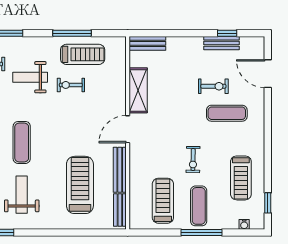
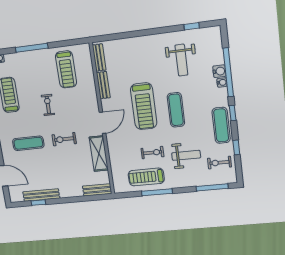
bench: (222, 43) -> (41, 195), width x1.36
exercise bike: (213, 86) -> (64, 139), moved
exercise mat: (22, 142) -> (176, 110), moved
bench: (120, 170) -> (103, 85), width x0.73
treadmill: (80, 185) -> (144, 106), moved
exercise mat: (199, 206) -> (37, 69), removed

